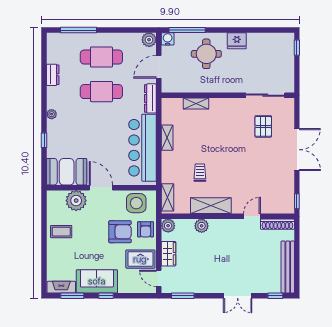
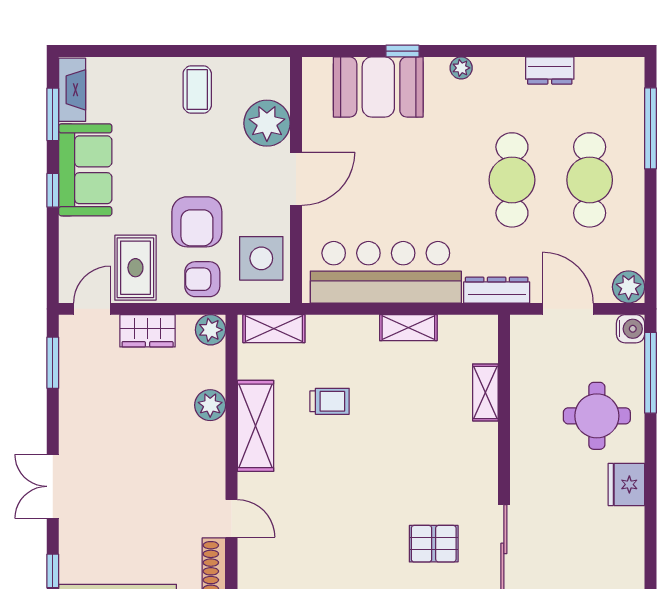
booth: (67, 172) -> (378, 87), moved, turned 90

